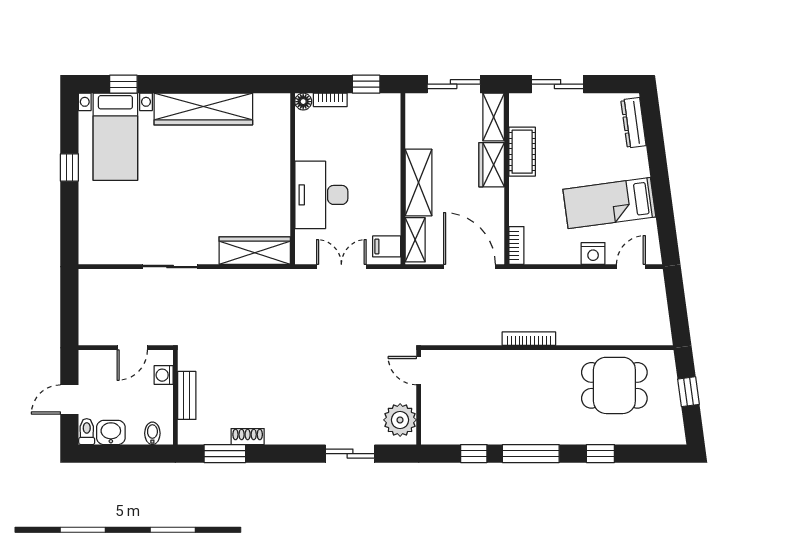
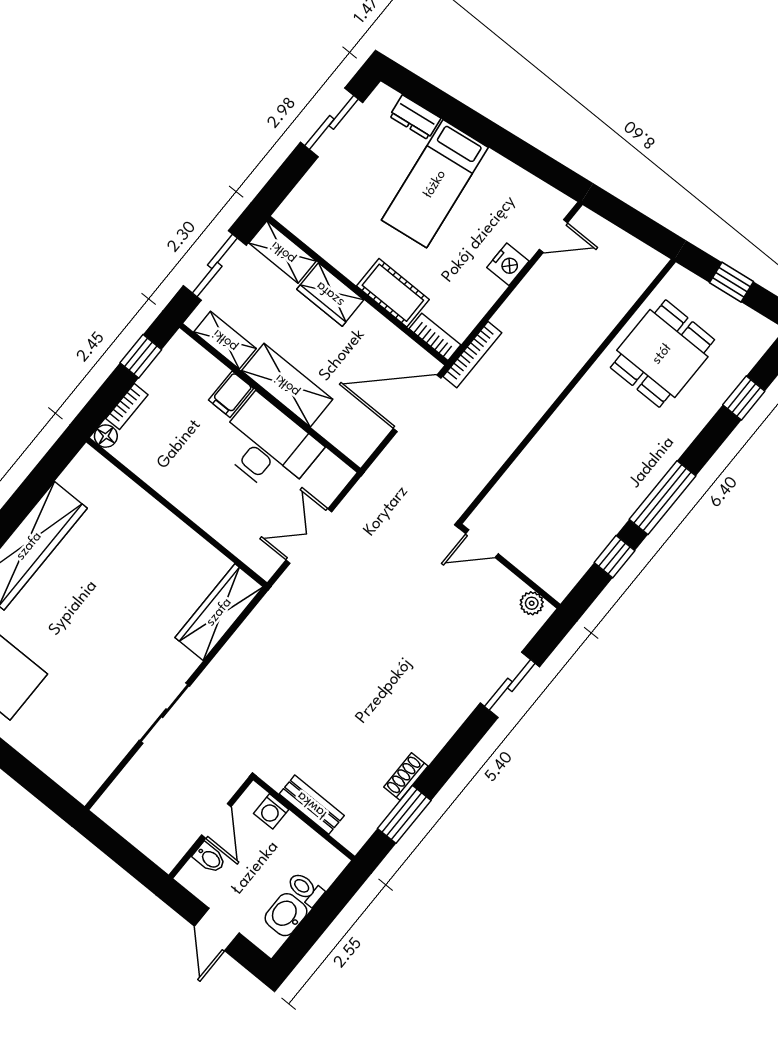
sliding door: (558, 84) -> (332, 122), moved
dresser: (633, 123) -> (415, 117), width x0.70
cot: (522, 152) -> (393, 293), moved
desk: (321, 195) -> (268, 446), moved, turned 180
bed: (609, 203) -> (435, 184), moved
shelving: (415, 240) -> (225, 340), moved
filing cabinet: (387, 246) -> (231, 394), moved
door: (631, 267) -> (553, 236), swing flipped
bookcase: (529, 339) -> (472, 355), moved, turned 180
plant: (400, 420) -> (532, 603), width x0.53, depth x0.53
toilet: (87, 432) -> (305, 889), moved
bidet: (152, 433) -> (209, 858), moved, turned 180
window: (600, 454) -> (744, 398), moved

